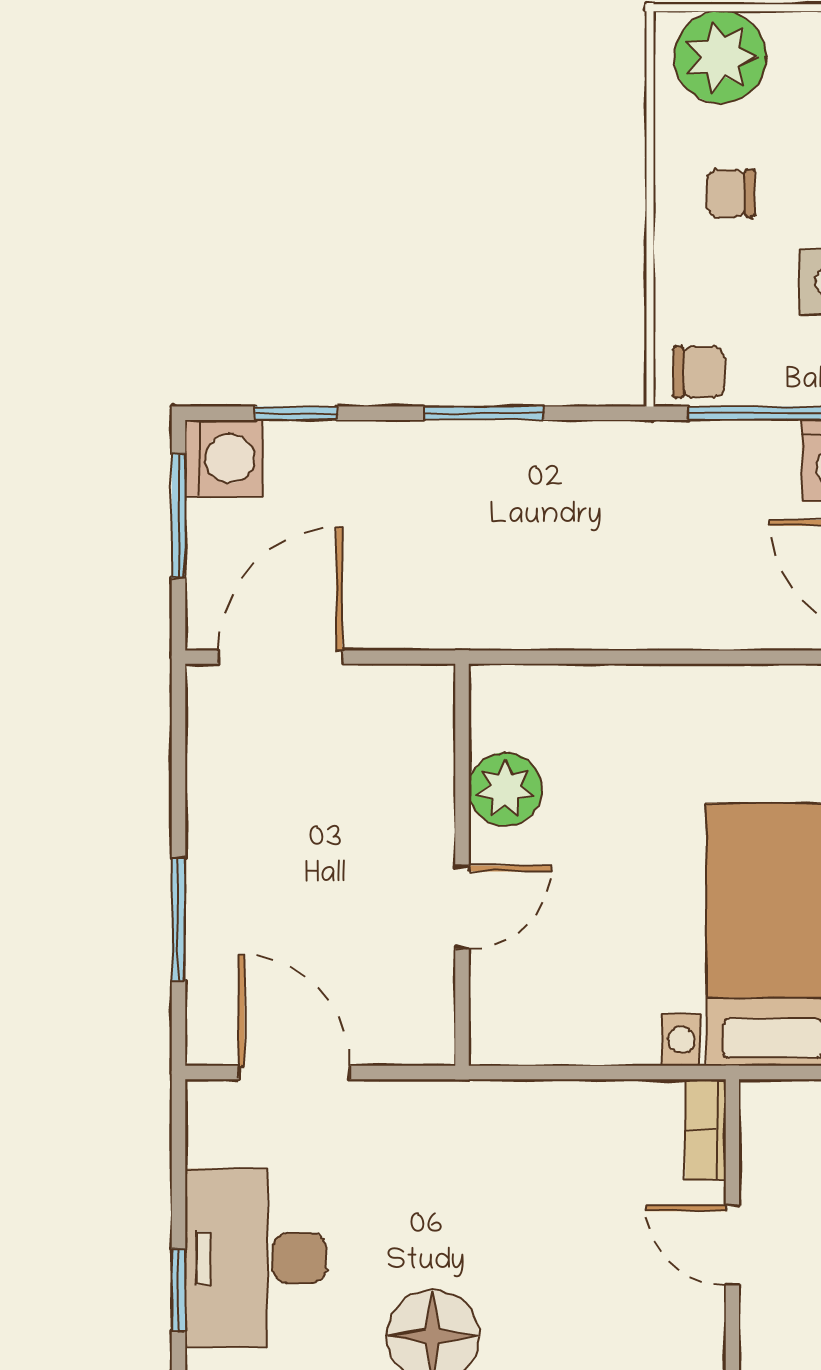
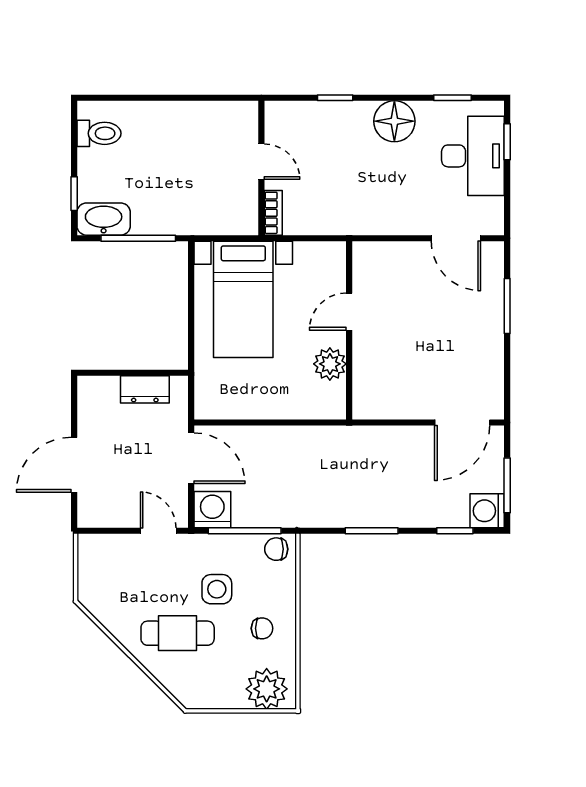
plant: (505, 789) -> (330, 364), moved
wall: (462, 865) -> (349, 330), moved
door: (462, 907) -> (349, 312), moved

